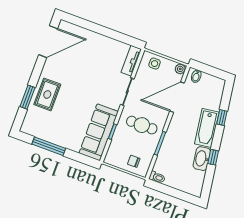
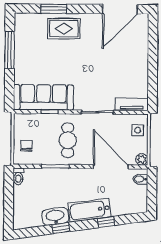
door: (48, 42) -> (120, 9), hinge flipped

